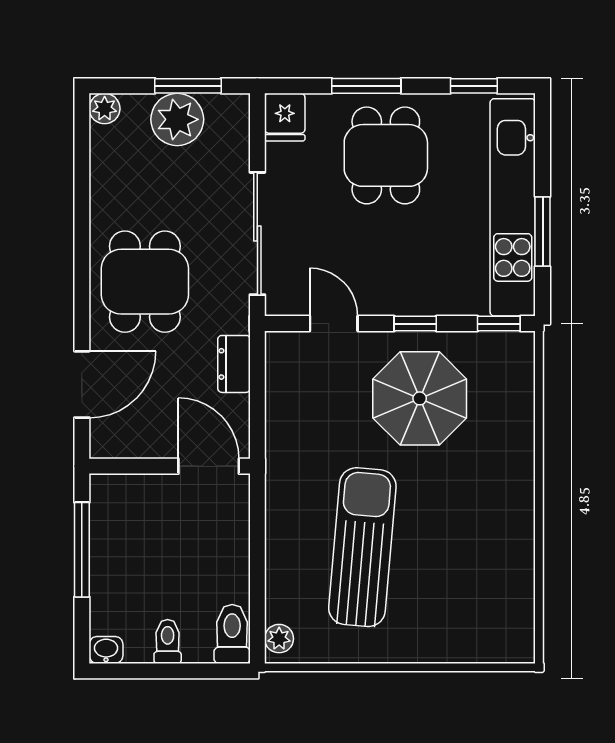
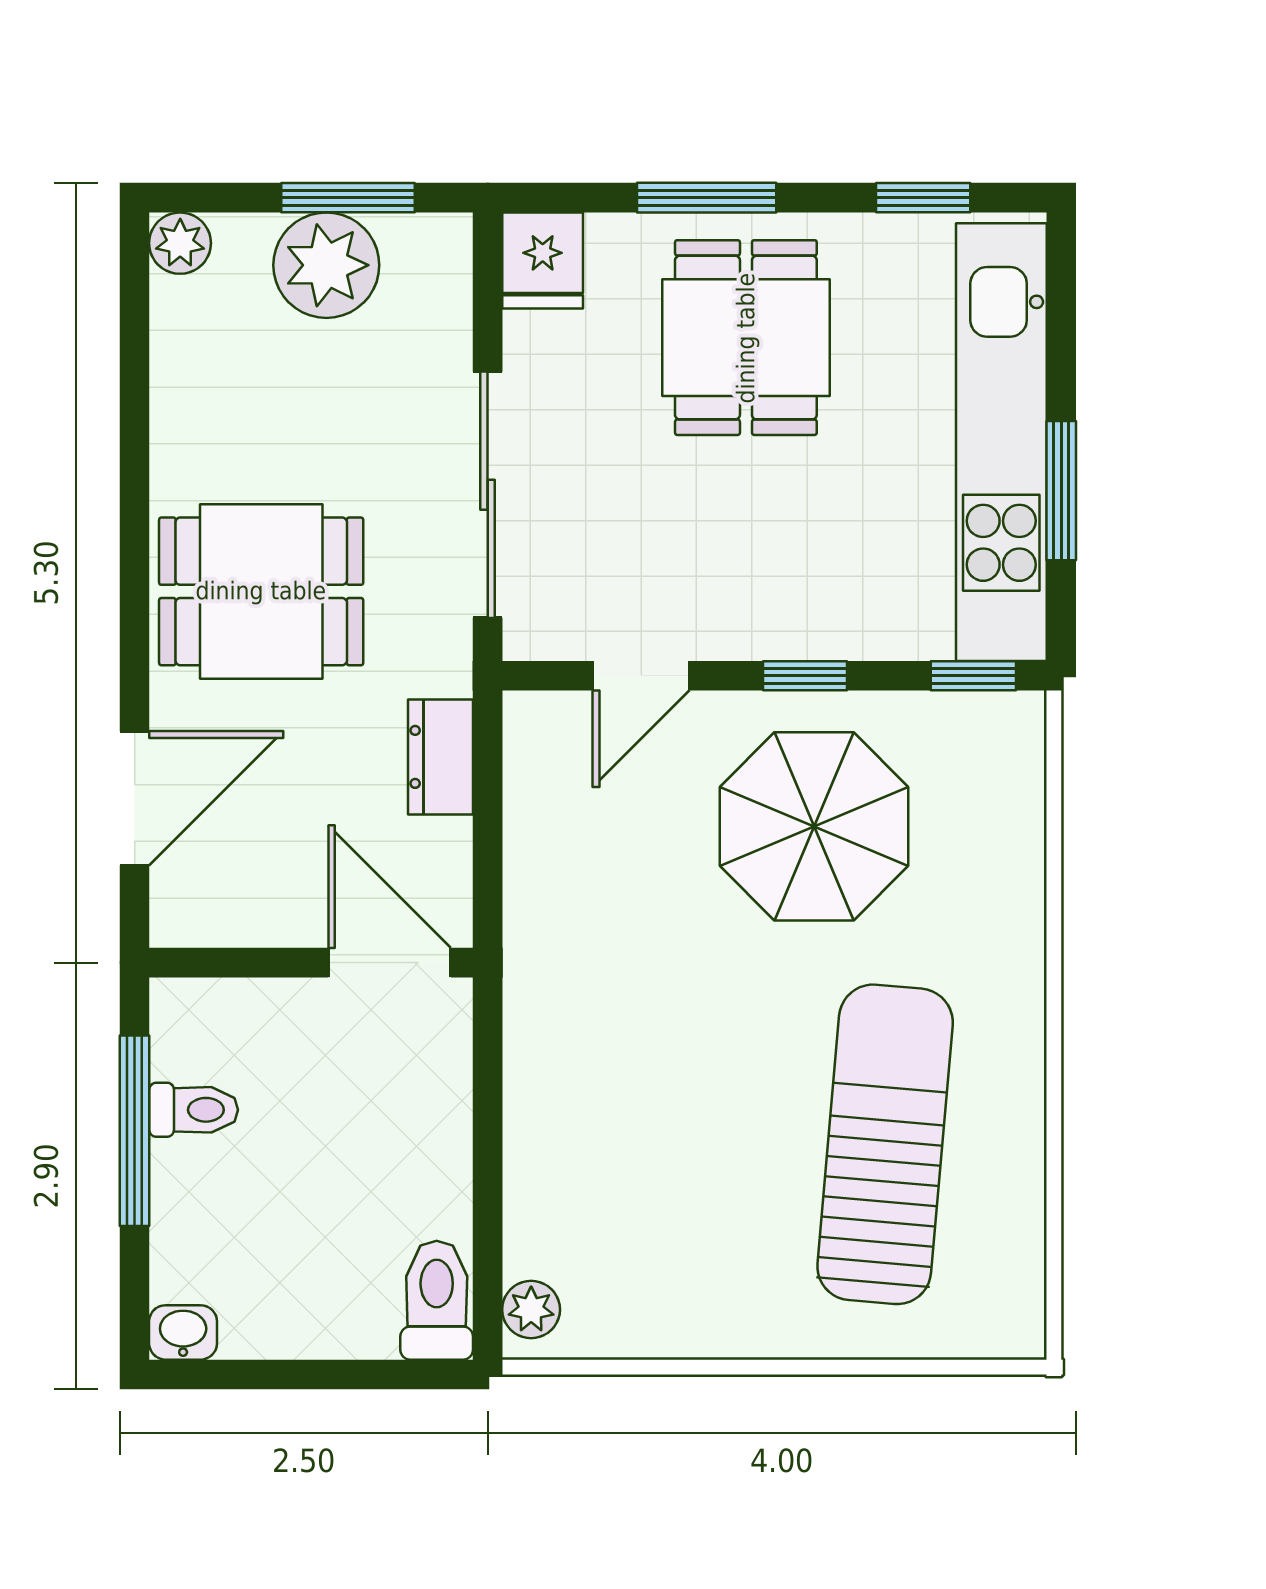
dining table: (145, 282) -> (261, 591), turned 90
door: (334, 324) -> (641, 676), swing flipped
sun lounger: (362, 547) -> (885, 1144), moved
toilet: (168, 642) -> (194, 1110), moved, turned 90

